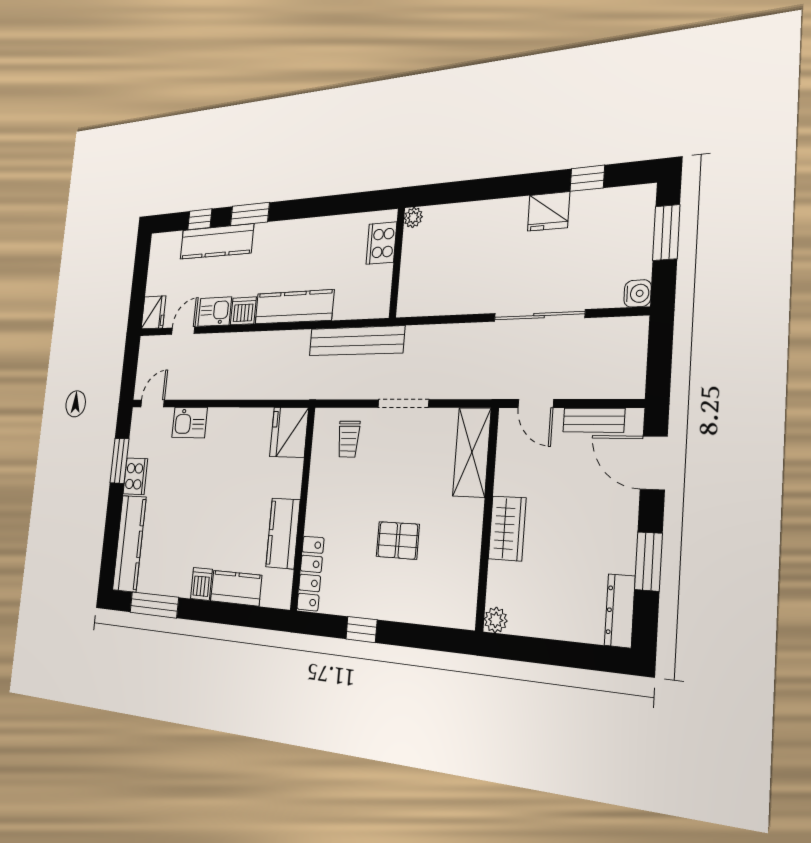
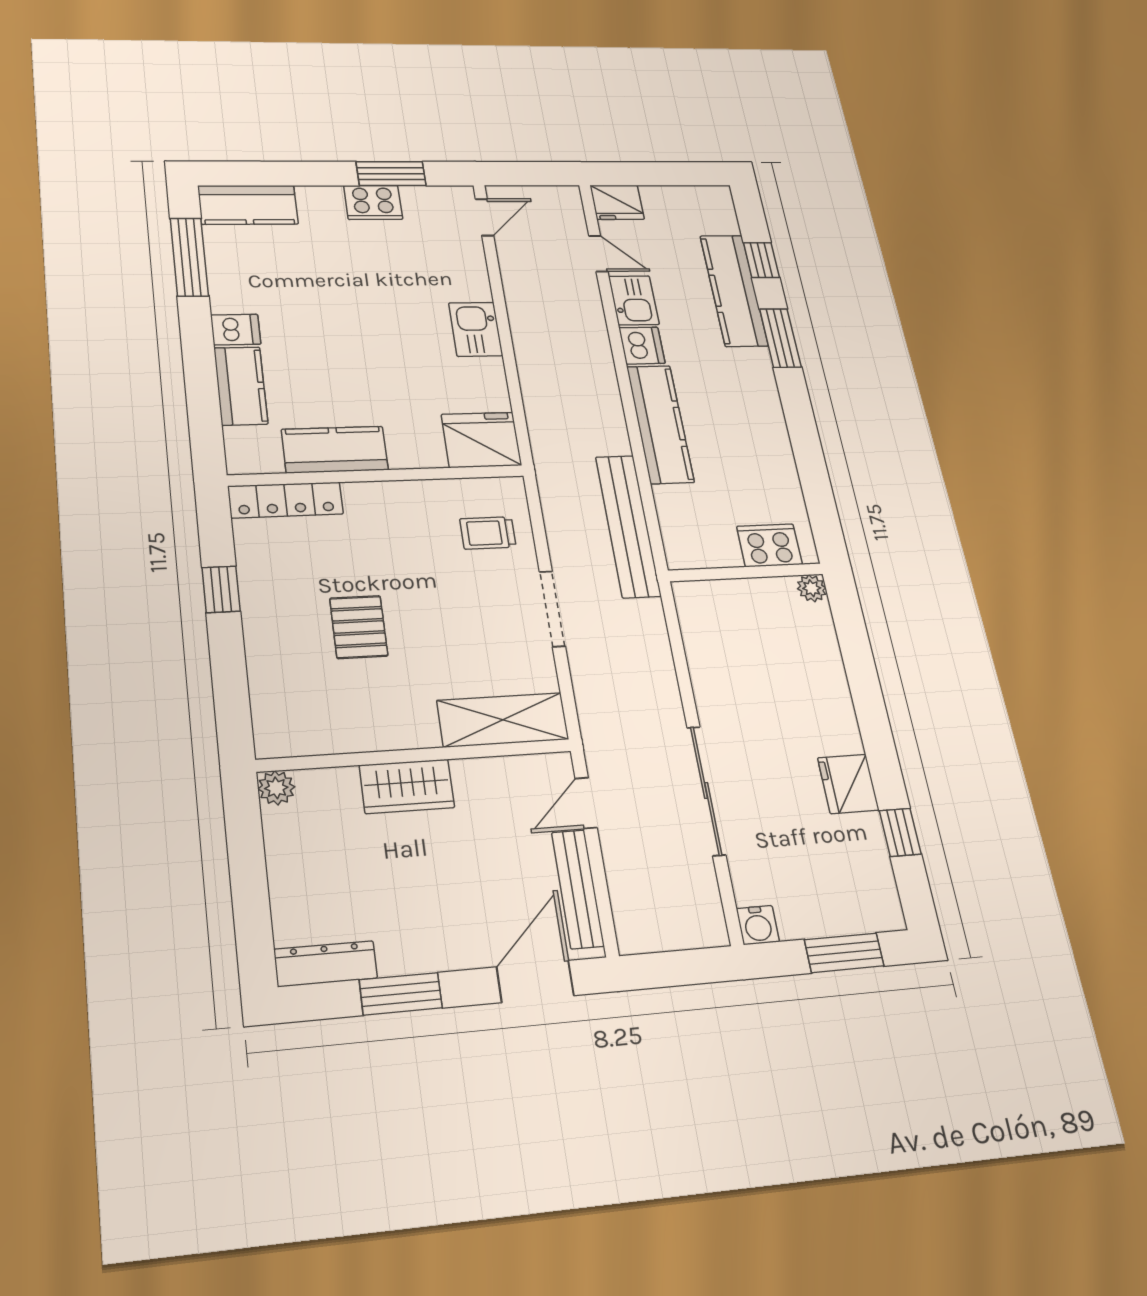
door: (153, 404) -> (485, 217), hinge flipped
bench: (594, 420) -> (578, 889), width x1.36
kitchen sink: (189, 422) -> (476, 329), moved
kitchen counter: (129, 544) -> (248, 205), width x0.67

